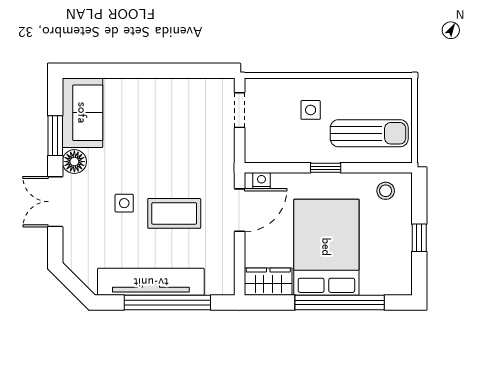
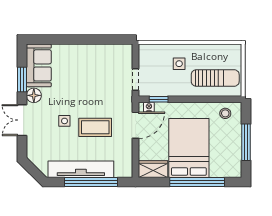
doorway: (240, 110) -> (135, 79), moved
window: (326, 168) -> (159, 99), moved
window: (419, 238) -> (246, 142), width x2.17

